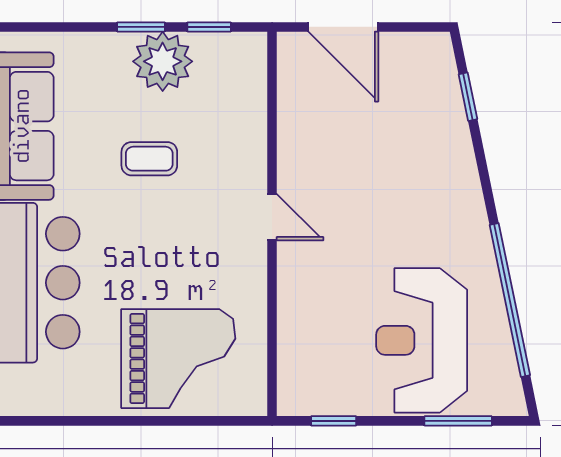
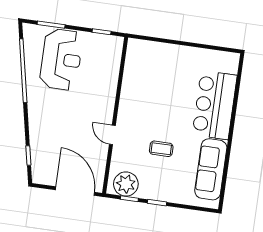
door: (343, 27) -> (75, 191), width x1.36
plant: (163, 61) -> (126, 184), moved
door: (272, 217) -> (112, 135), moved
grand piano: (178, 359) -> (161, 66), removed

